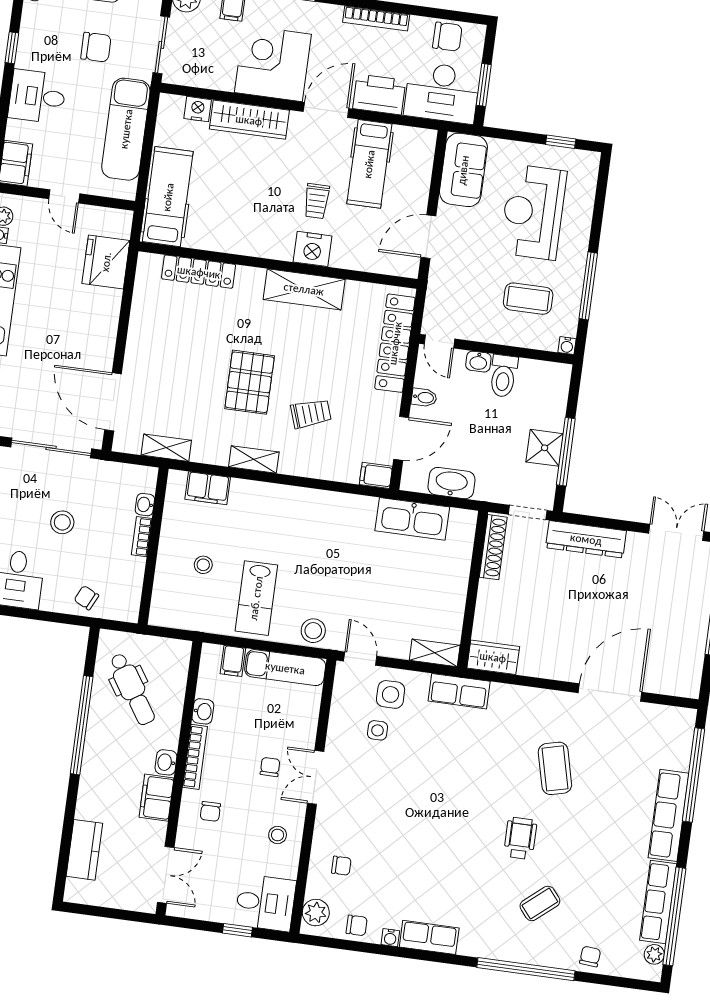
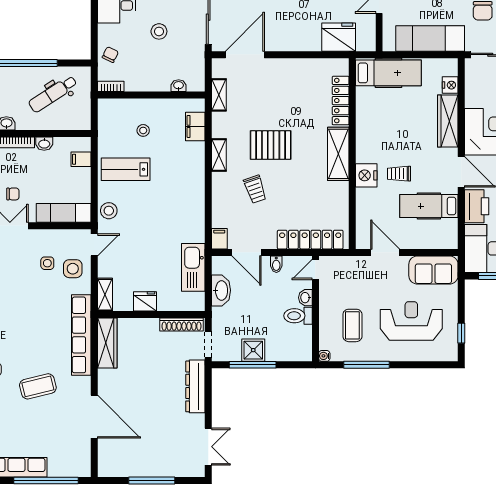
shelving: (304, 289) -> (338, 154), moved
bookcase: (142, 537) -> (111, 86), moved
fridge: (452, 596) -> (145, 301), added
wardrobe: (493, 657) -> (107, 343), width x1.50
exam couch: (285, 668) -> (64, 213), moved, turned 90
row of seats: (459, 691) -> (81, 335), width x2.02

